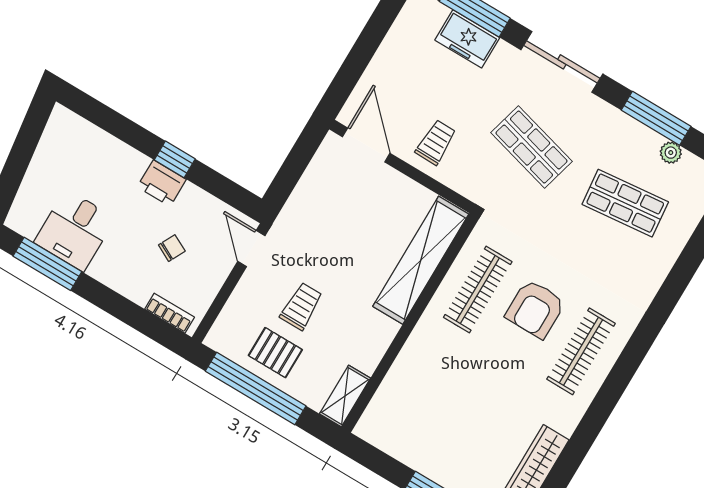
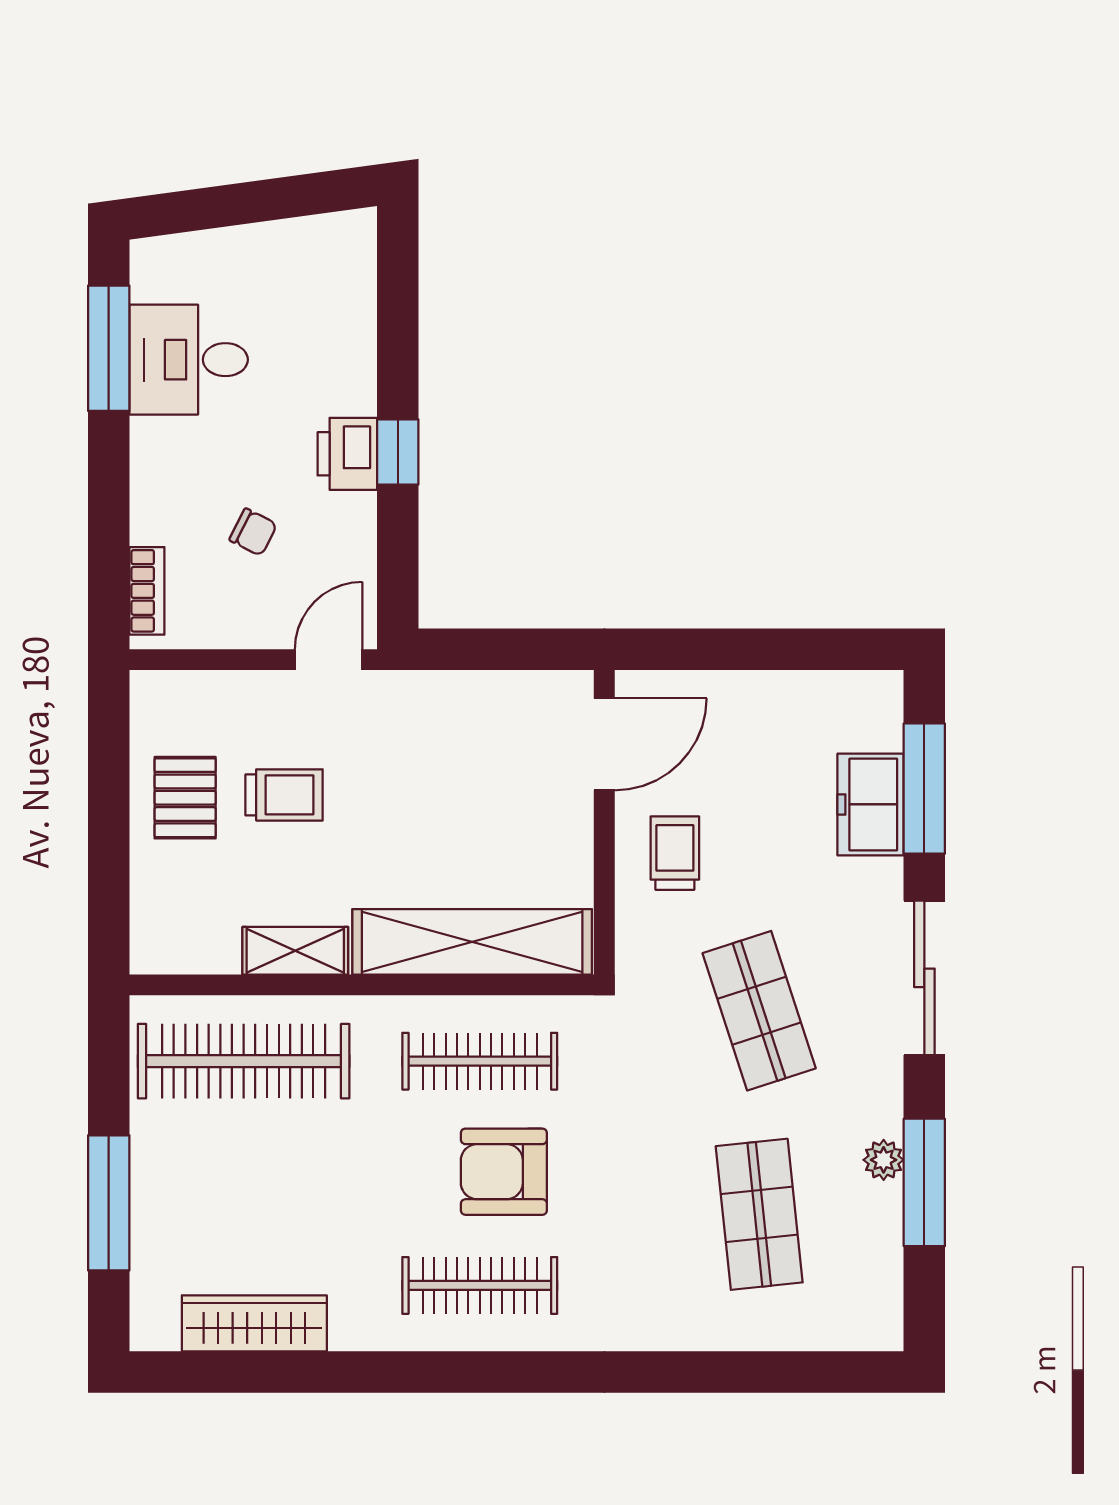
trolley: (436, 142) -> (675, 853), turned -91
shop shelf: (531, 147) -> (759, 1011), turned -33
plant: (671, 153) -> (884, 1160), moved
window: (256, 389) -> (109, 801), removed
shelving: (345, 396) -> (295, 951), moved
clothes rail: (413, 398) -> (244, 1061), added

